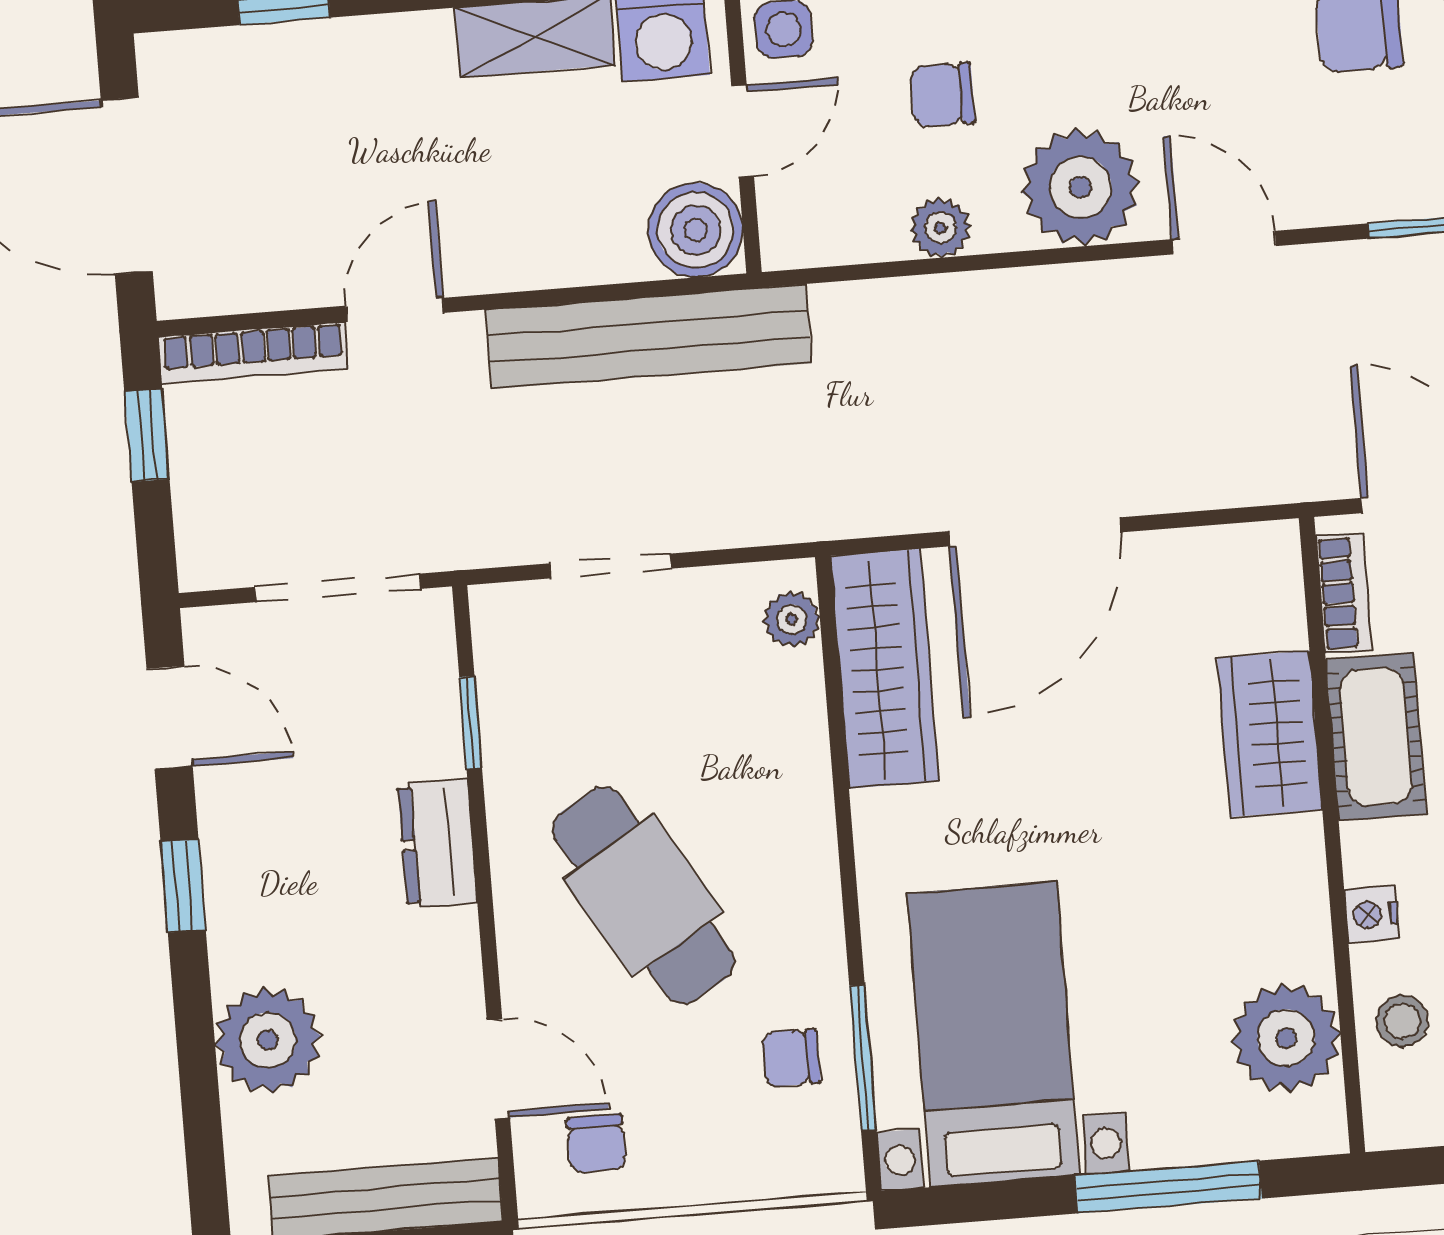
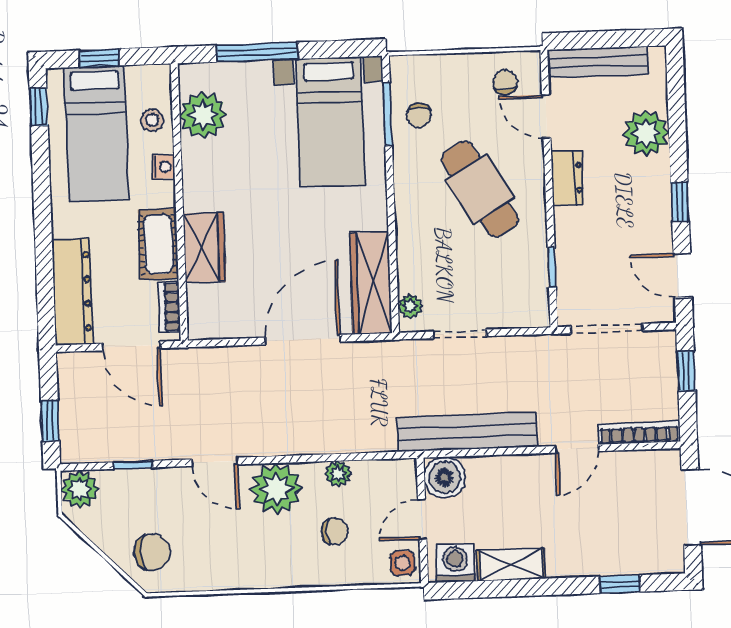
window: (147, 435) -> (686, 371), moved
doorway: (610, 566) -> (460, 334), moved
dresser: (437, 843) -> (567, 178), moved
chair: (791, 1058) -> (419, 115), turned 90

